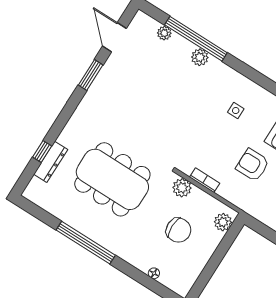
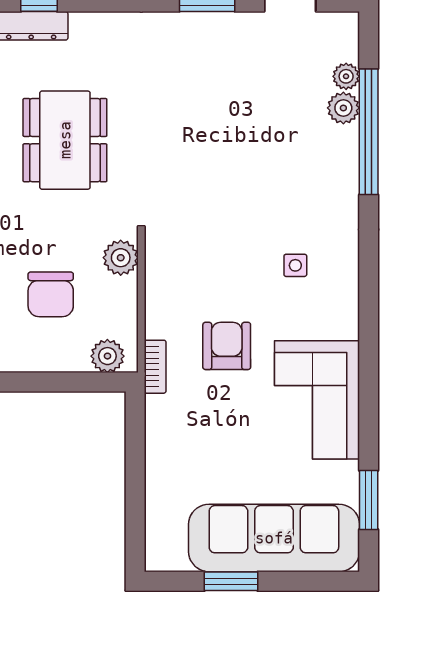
plant: (200, 57) -> (343, 108), moved
dining table: (112, 179) -> (65, 140), width x0.73, depth x0.80
bookcase: (205, 180) -> (155, 367), moved

